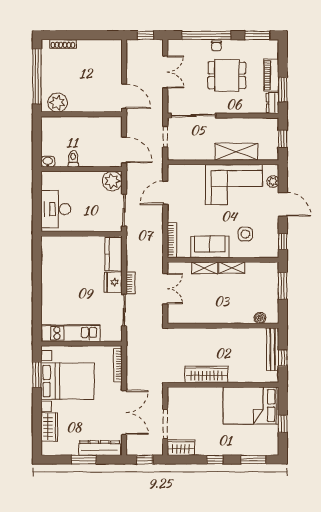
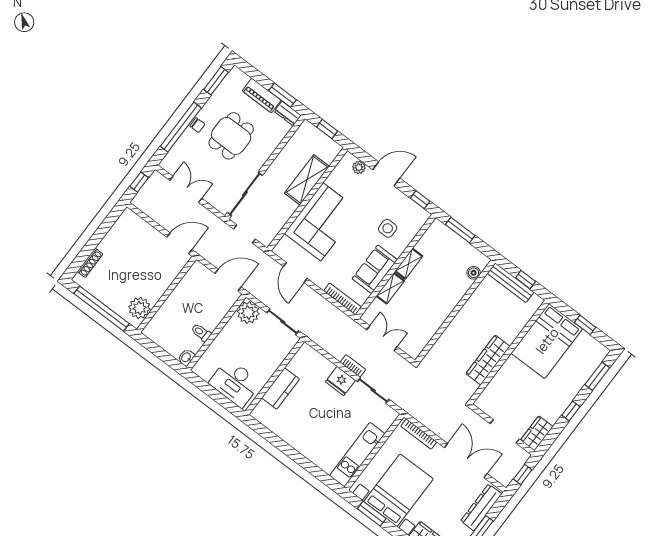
corner sofa: (234, 184) -> (322, 222), moved
kitchen counter: (114, 254) -> (280, 388), moved, turned -90

